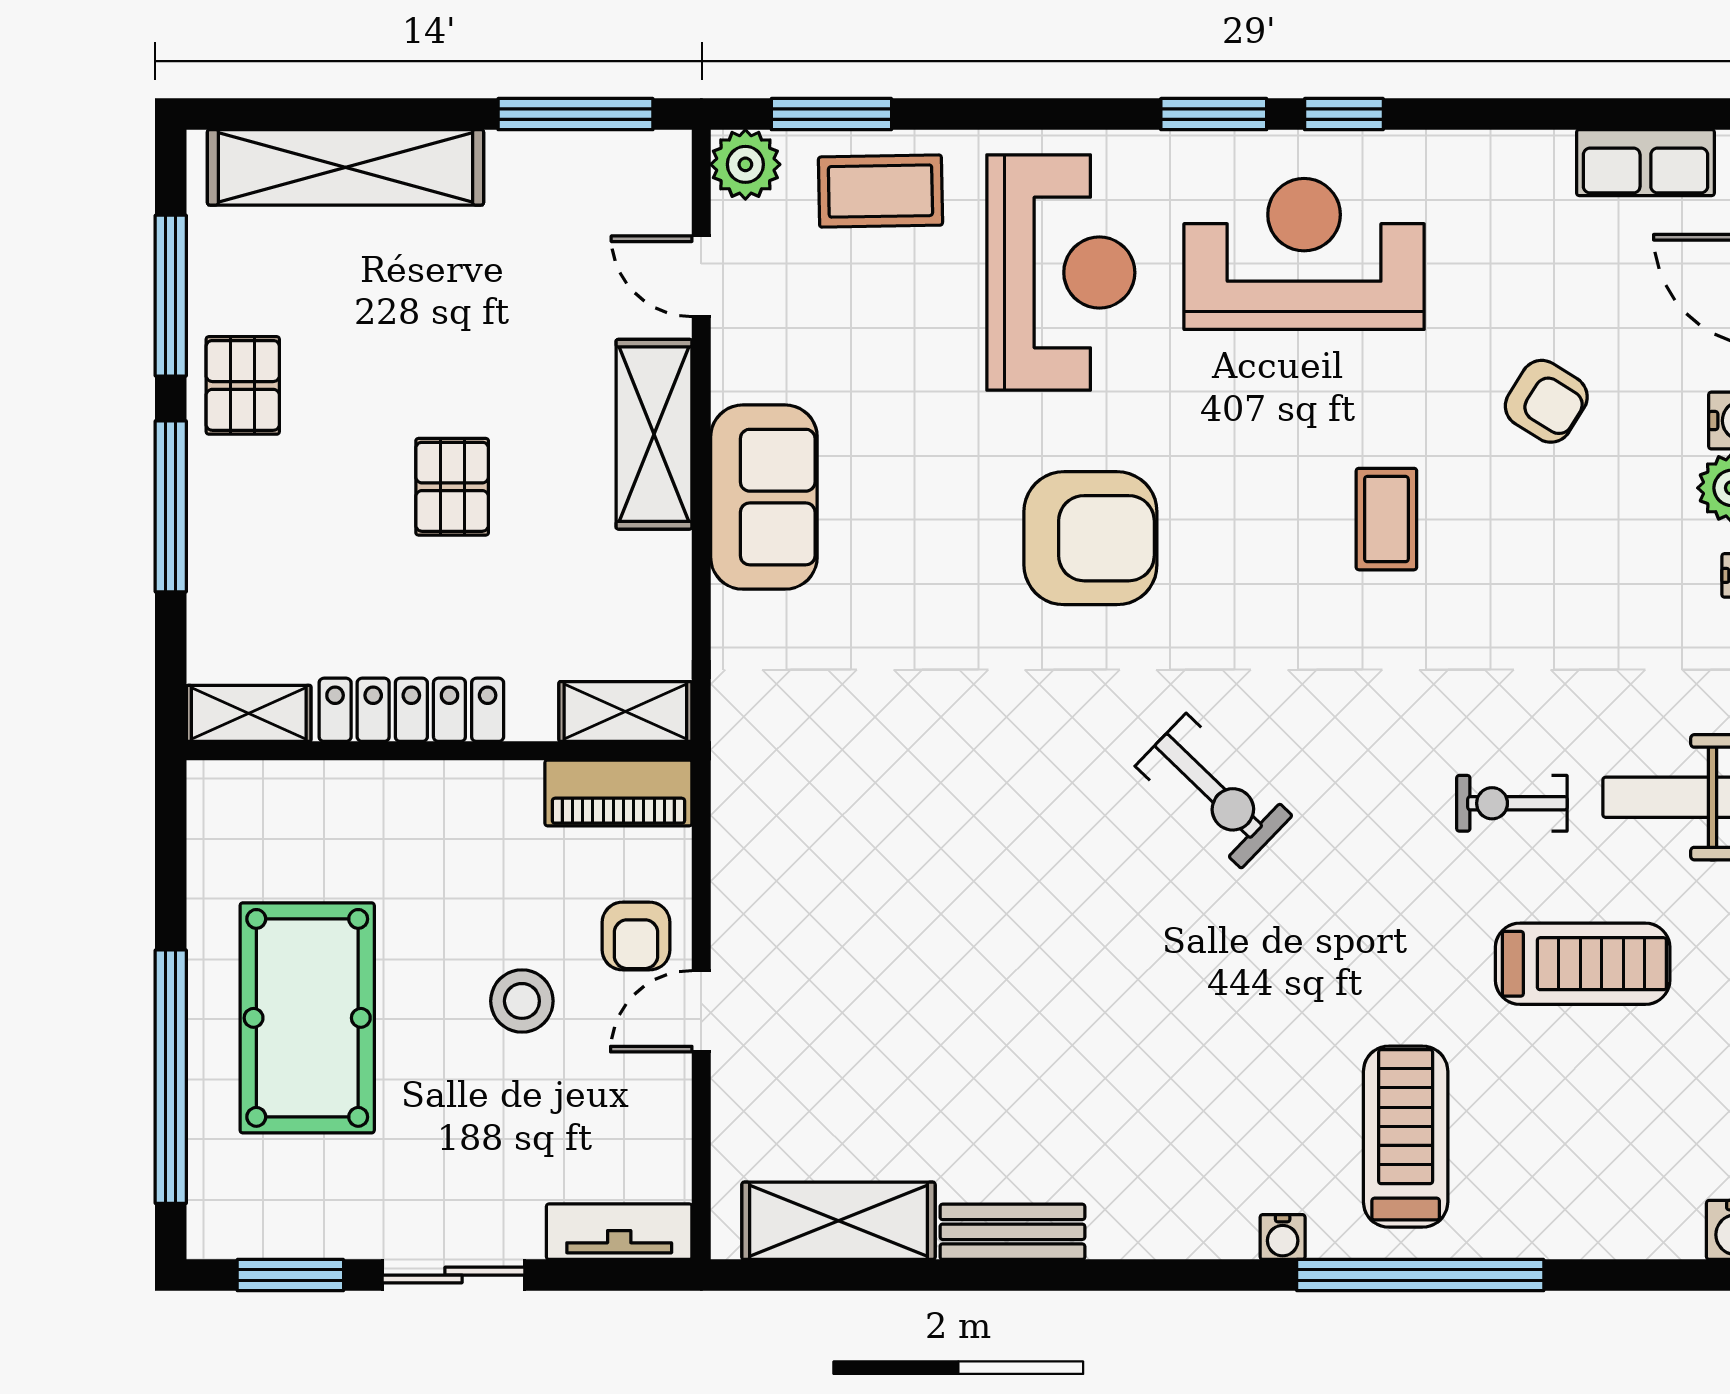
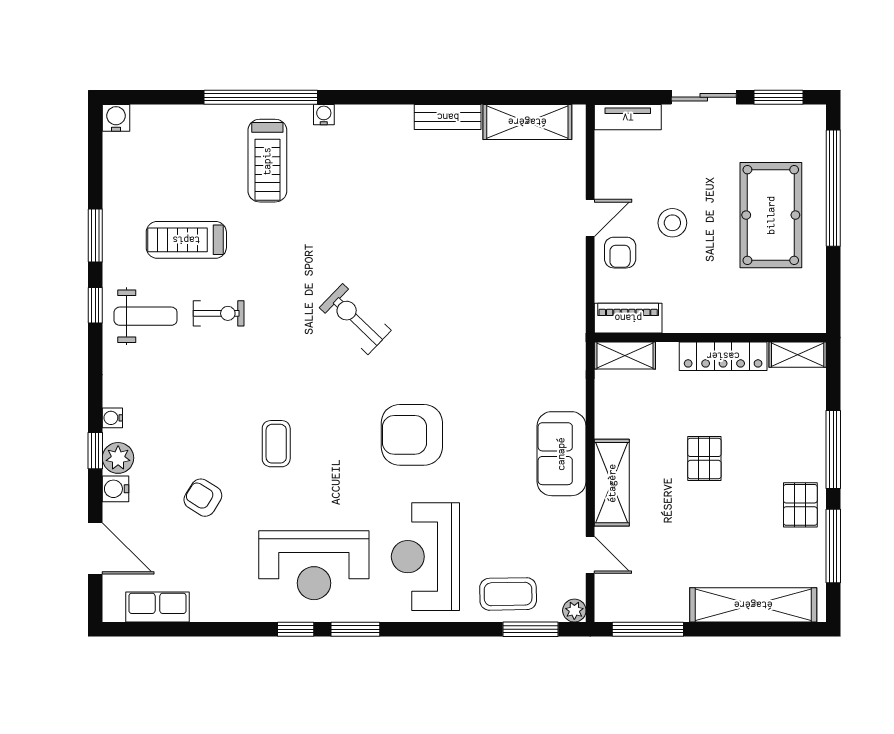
plant: (745, 164) -> (574, 611), width x0.73, depth x0.73
armchair: (636, 936) -> (620, 253), turned 180

